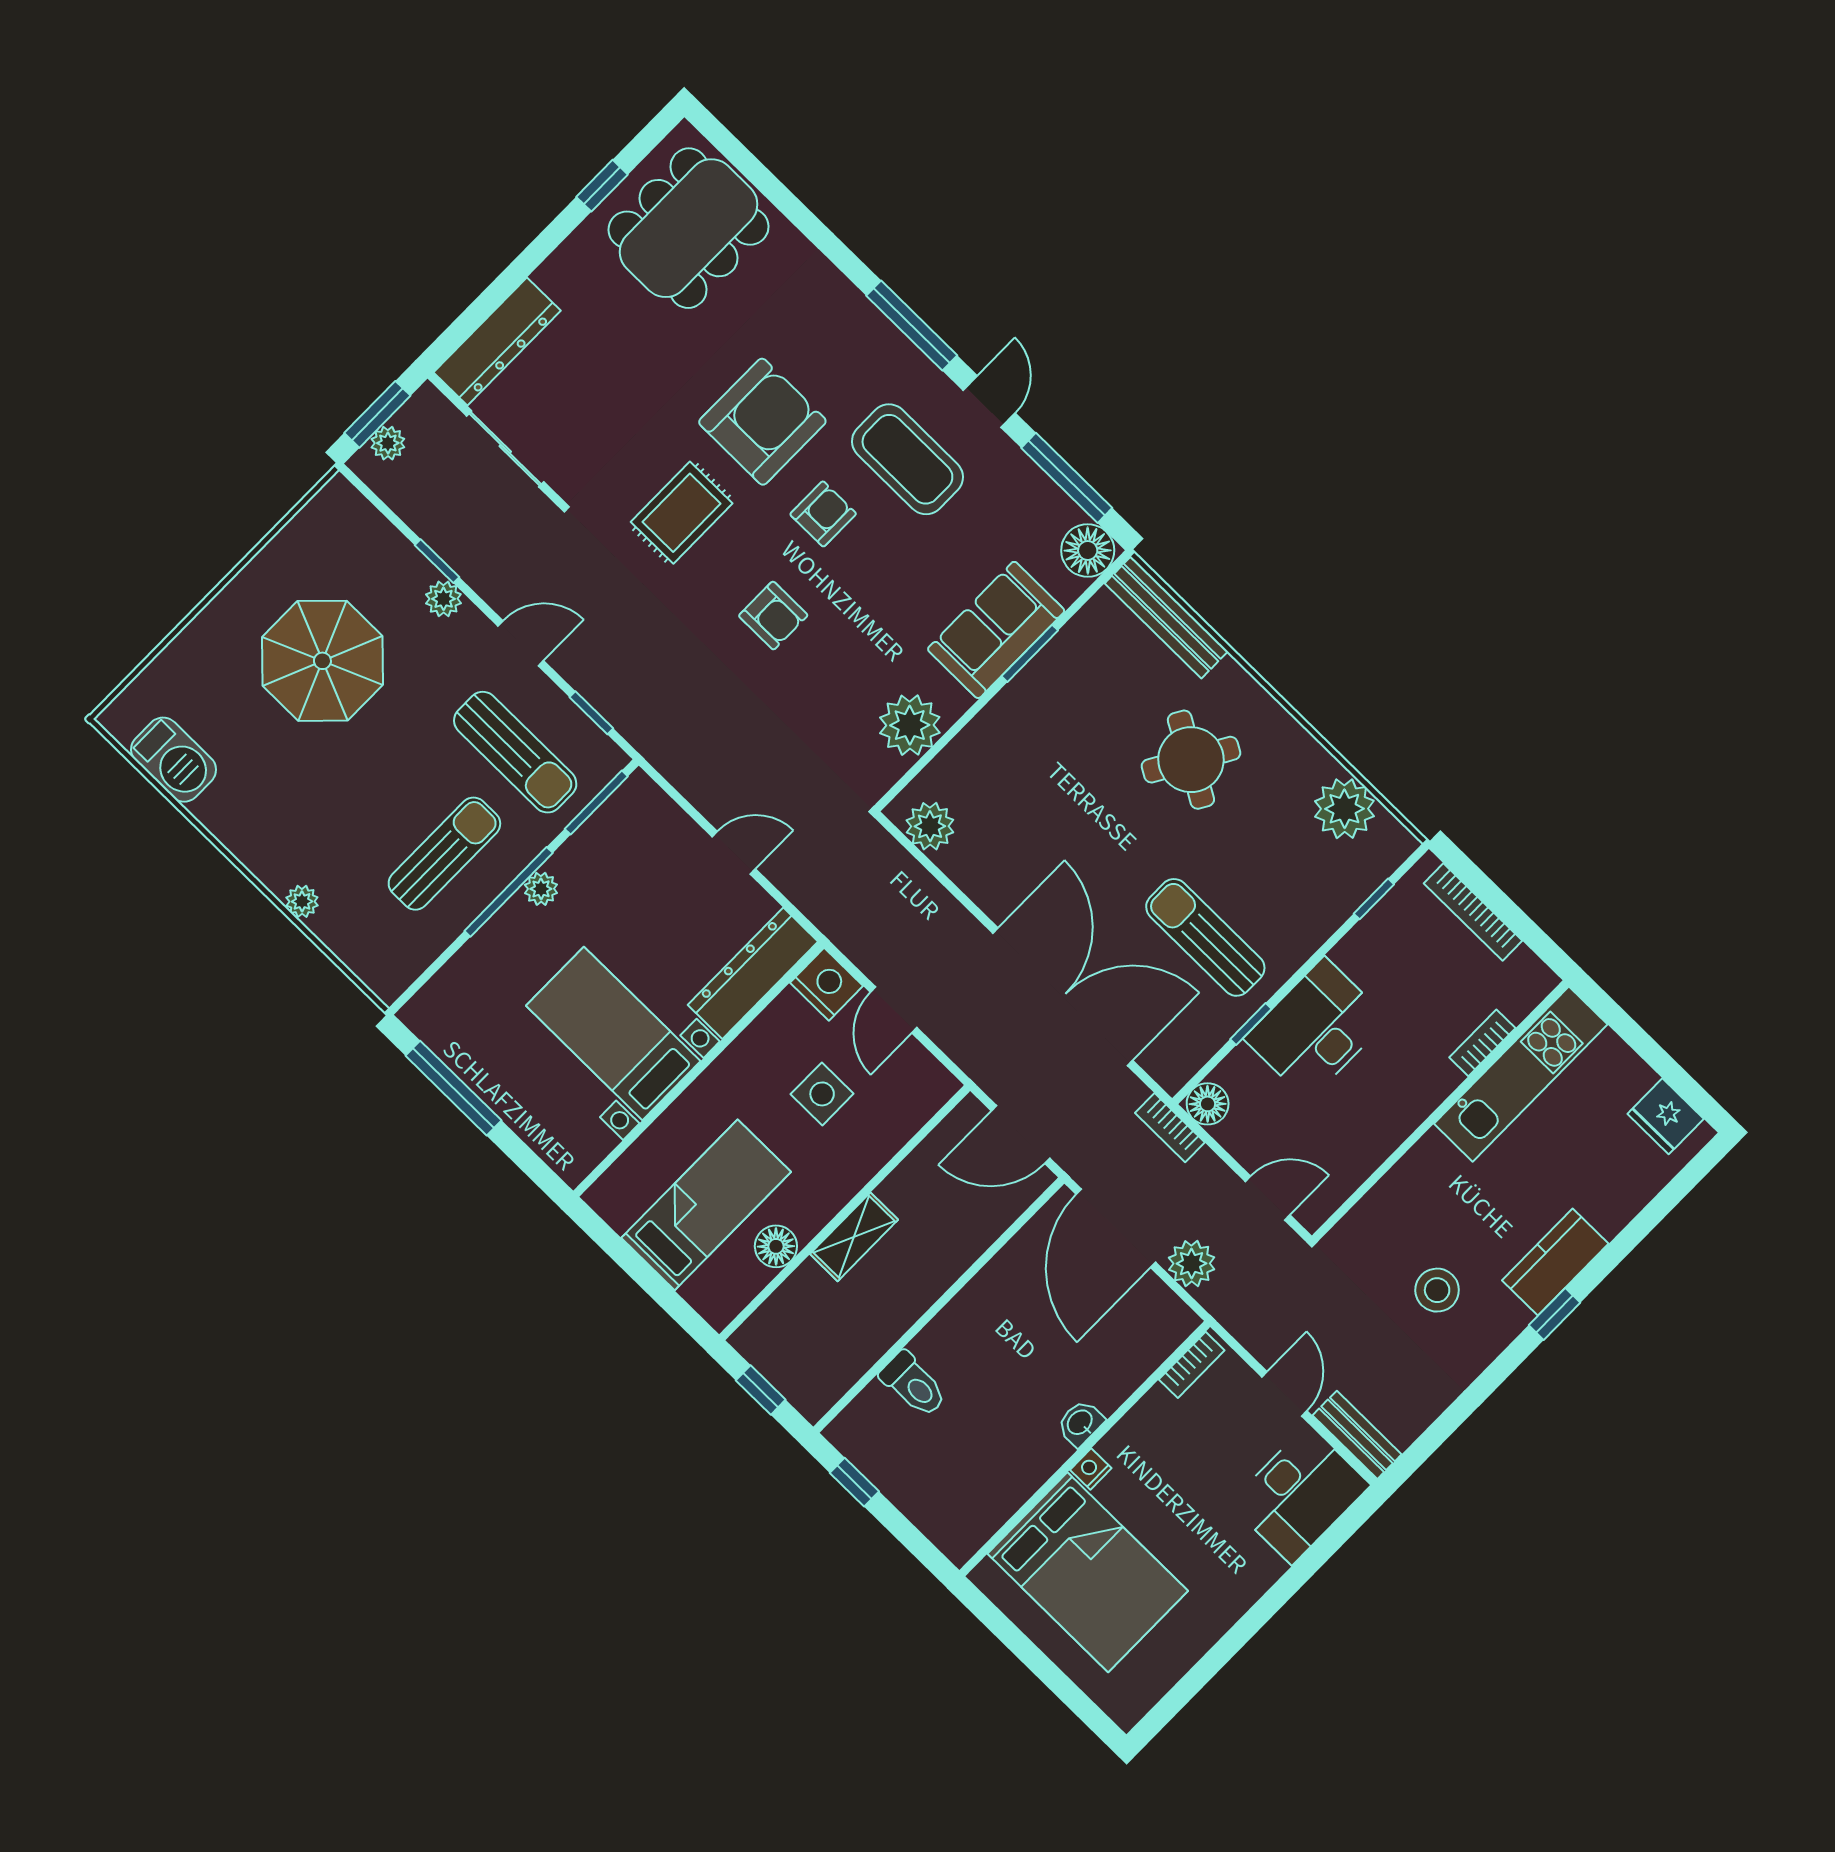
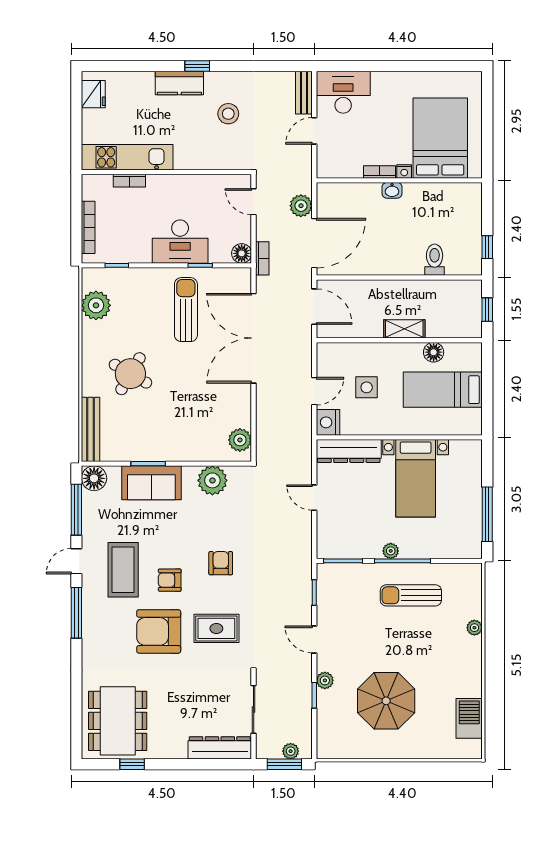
dining table: (689, 228) -> (118, 721), turned 90
sun lounger: (515, 752) -> (353, 605), removed
sun lounger: (1205, 937) -> (186, 310), turned 180
bookcase: (1192, 1365) -> (379, 172), moved

